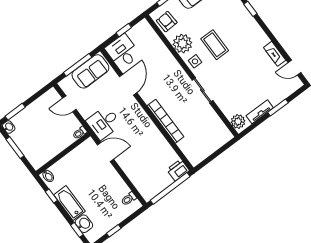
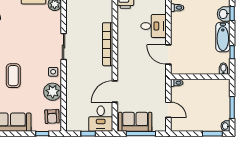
coffee table: (215, 45) -> (13, 76), moved
desk: (104, 123) -> (154, 26), moved

